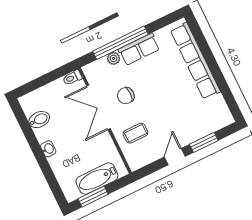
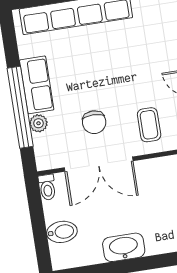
bidet: (39, 120) -> (62, 232), moved, turned 90
washbasin: (48, 149) -> (124, 247), width x1.91, depth x1.45

